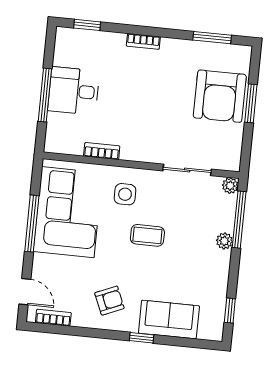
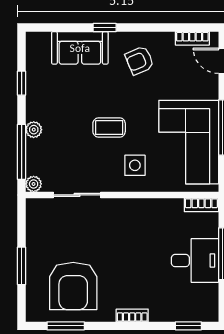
armchair: (220, 96) -> (73, 286), moved, turned 180
bookcase: (102, 151) -> (201, 205), moved
window: (230, 311) -> (22, 83), moved

